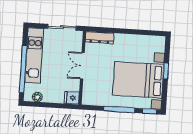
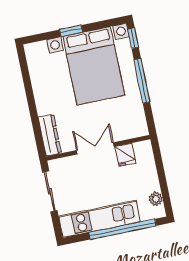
double door: (82, 66) -> (95, 148), swing flipped
fridge: (72, 98) -> (125, 155), moved

